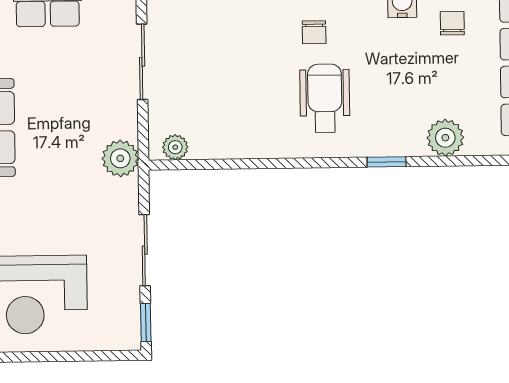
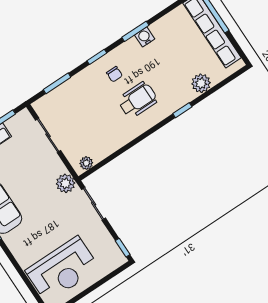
chair: (452, 23) -> (172, 32), removed
wheelchair: (325, 98) -> (138, 100), turned 90
sliding door: (145, 250) -> (94, 204), moved

